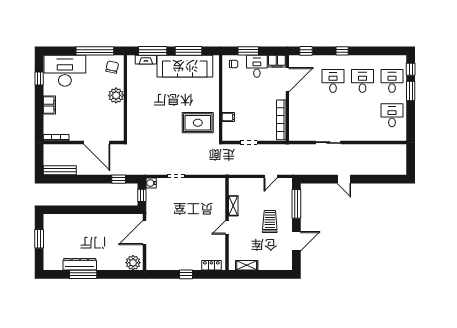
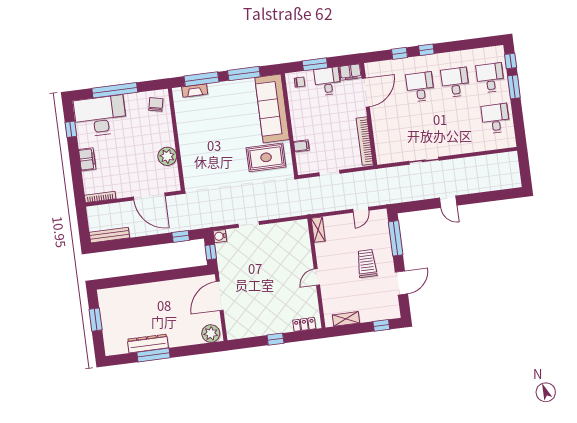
window: (95, 51) -> (115, 90), moved
window: (306, 51) -> (399, 53), moved
sofa: (185, 66) -> (272, 108), moved, turned 90
plant: (116, 95) -> (167, 156), moved
shelving: (233, 206) -> (318, 230), moved
window: (275, 274) -> (381, 325), added

